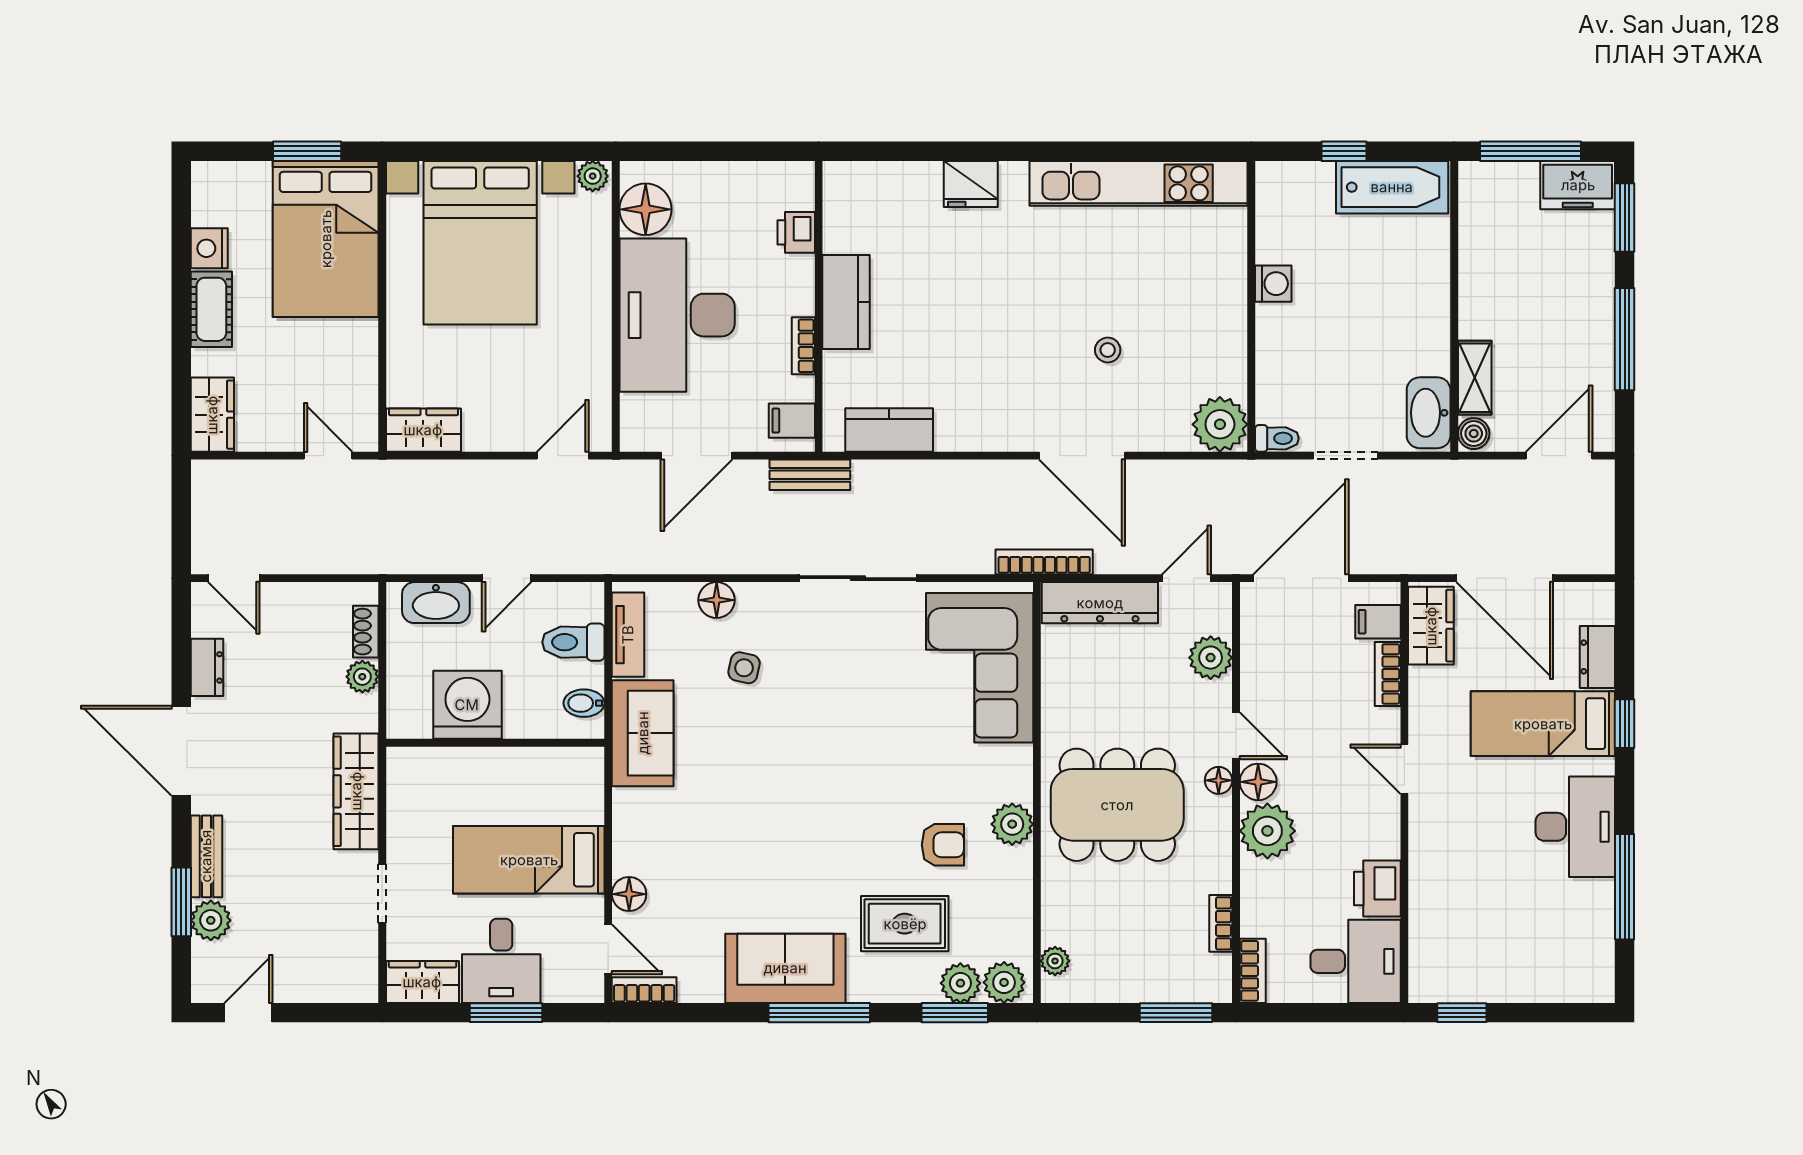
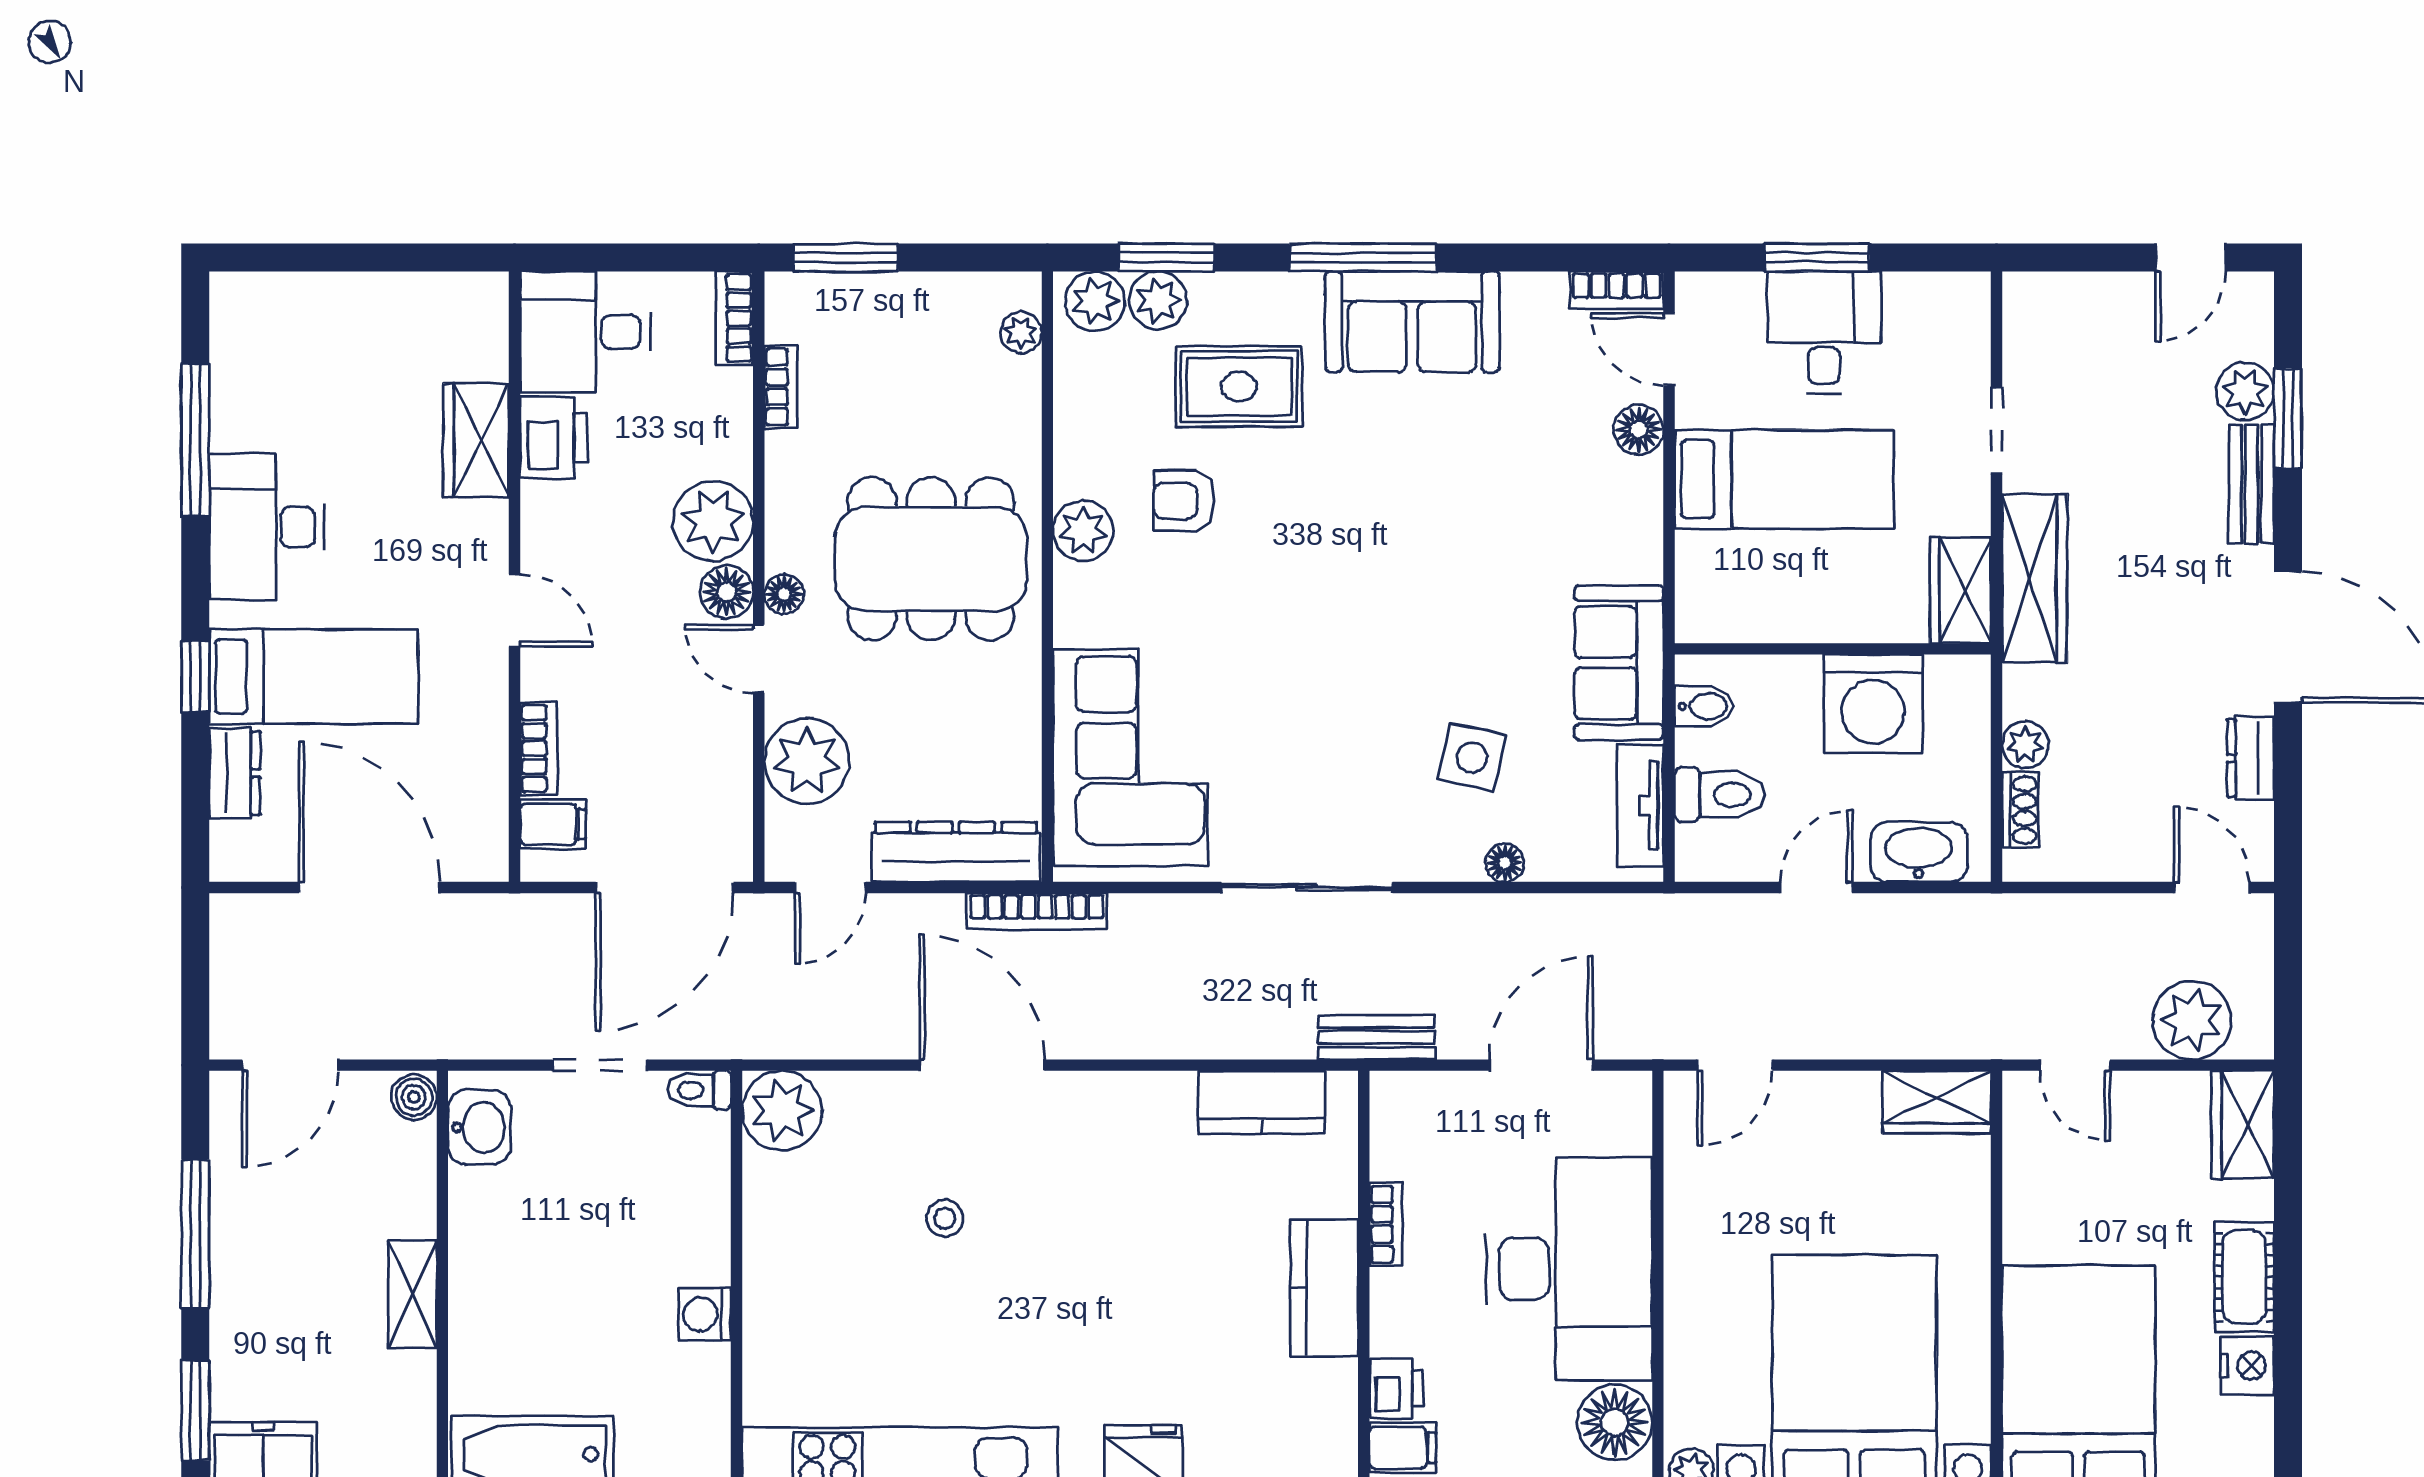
shelving: (1475, 378) -> (413, 1294), moved
washbasin: (1429, 413) -> (479, 1127), width x0.72
filing cabinet: (792, 421) -> (1403, 1448), moved
plant: (247, 487) -> (2192, 1020), added
floor lamp: (717, 600) -> (1505, 863), width x0.73, depth x0.73
wardrobe: (1431, 626) -> (476, 440), moved
plant: (1211, 658) -> (807, 761), width x1.36, depth x1.36
side table: (744, 668) -> (1472, 758), width x1.37, depth x1.37
wardrobe: (422, 982) -> (1960, 590), moved, turned 90
window: (1462, 1013) -> (431, 258), removed

